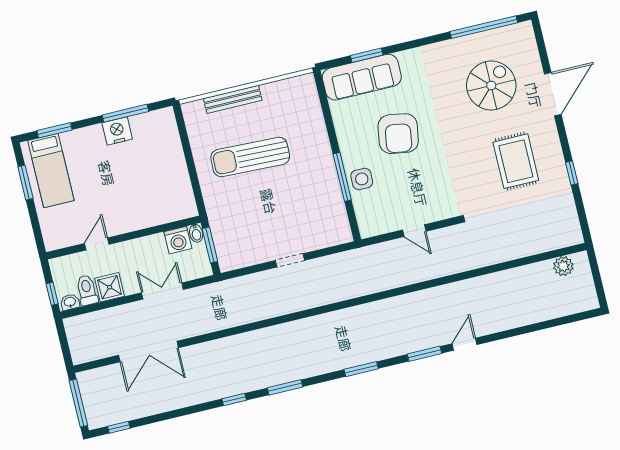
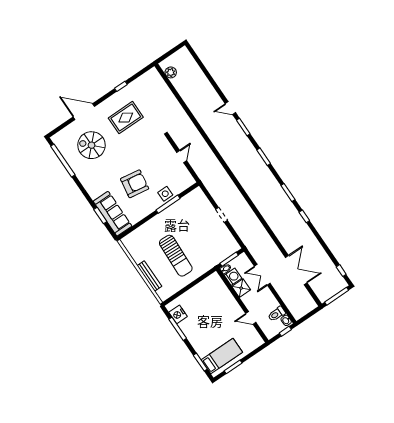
nightstand: (117, 131) -> (178, 314), moved
shower: (110, 287) -> (241, 288), moved

